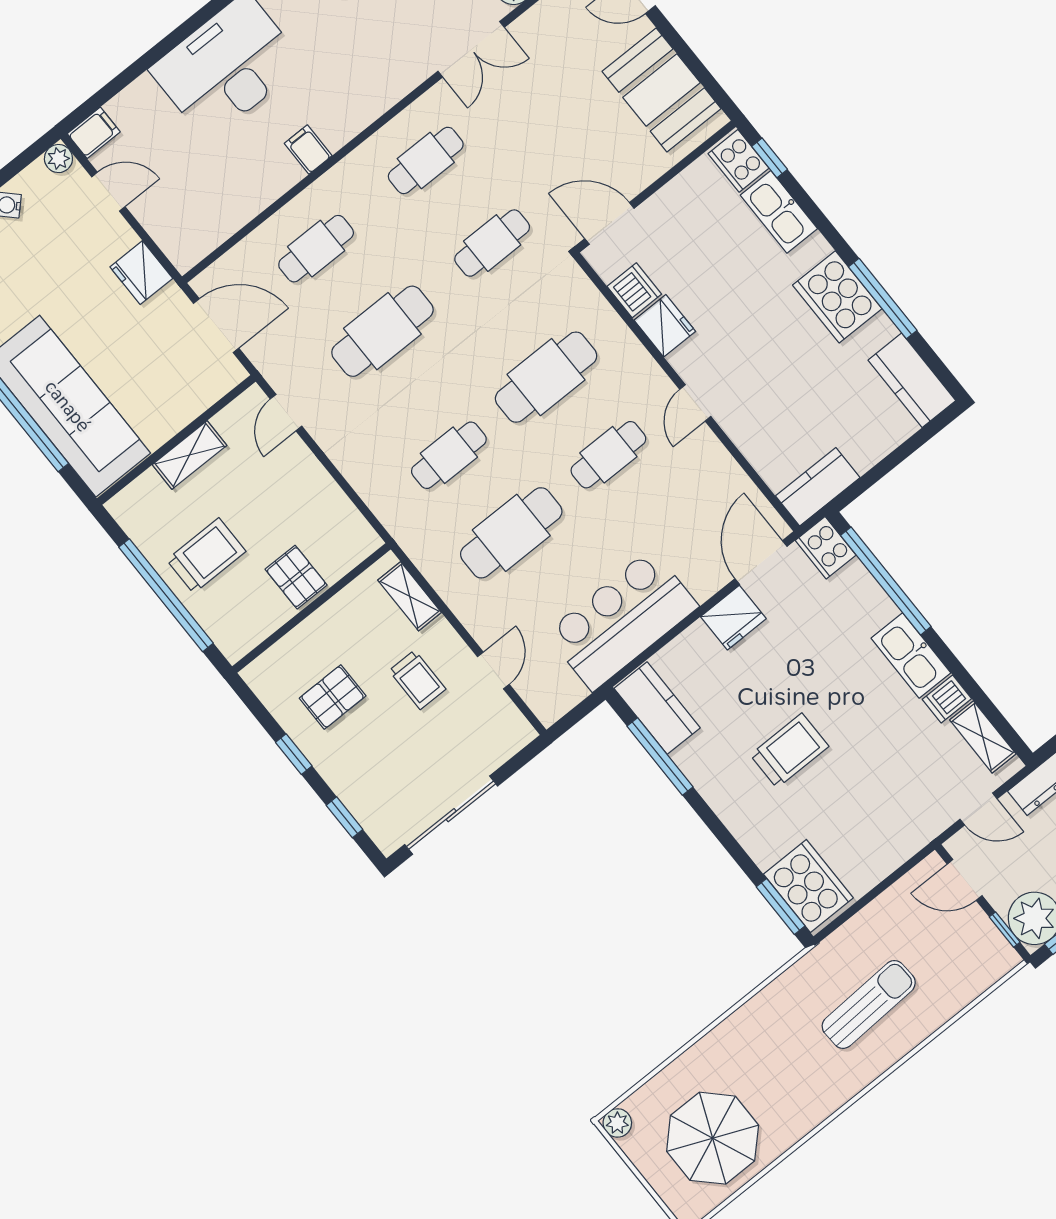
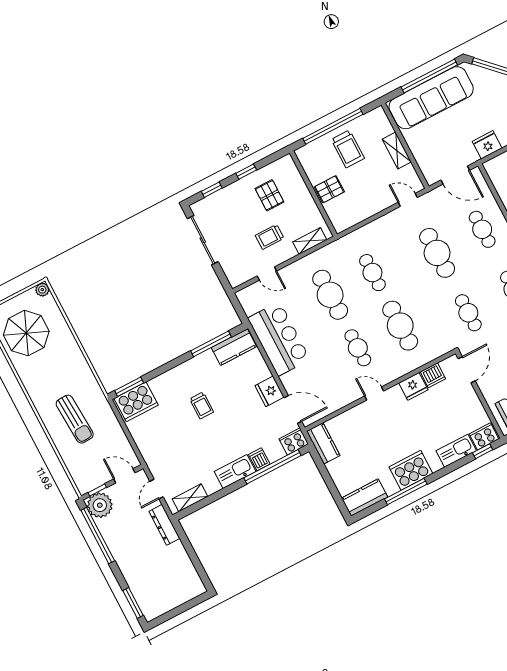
door: (216, 326) -> (455, 175), hinge flipped
dishwasher: (947, 699) -> (259, 459), moved
trolley: (789, 751) -> (202, 405), width x0.73, depth x0.72
door: (965, 880) -> (124, 476), hinge flipped

